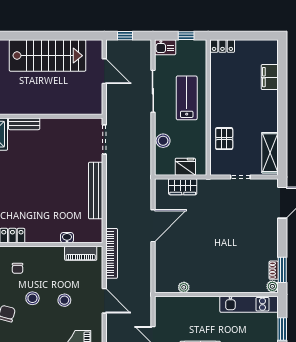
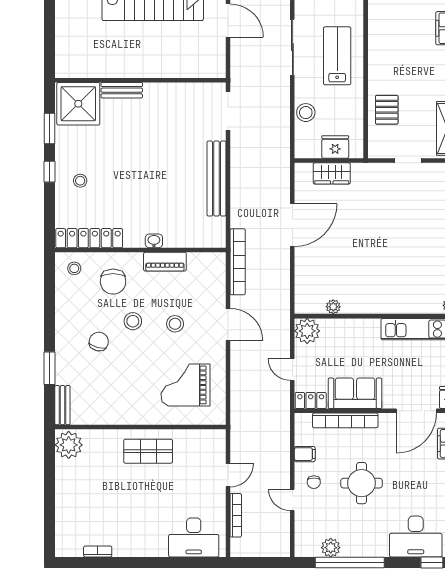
washbasin: (67, 238) -> (154, 241), moved
piano: (81, 253) -> (165, 262), moved
chair: (18, 268) -> (113, 282), width x1.87, depth x1.87
plant: (164, 306) -> (307, 331), added

